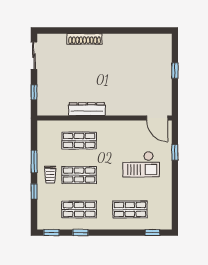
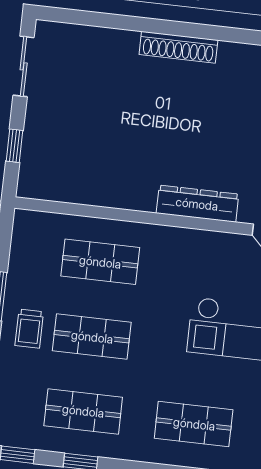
shoe rack: (85, 39) -> (178, 47), moved
dresser: (87, 109) -> (197, 204), moved

